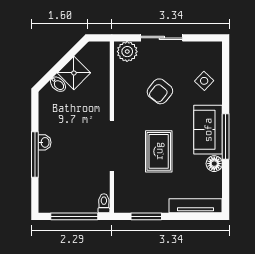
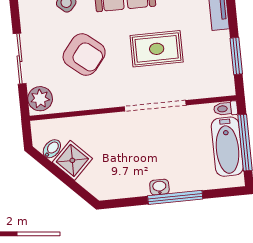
bidet: (58, 84) -> (52, 149), moved
armchair: (160, 91) -> (84, 55), width x1.38, depth x1.38
bathtub: (72, 201) -> (227, 147), added

